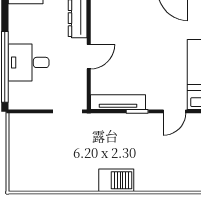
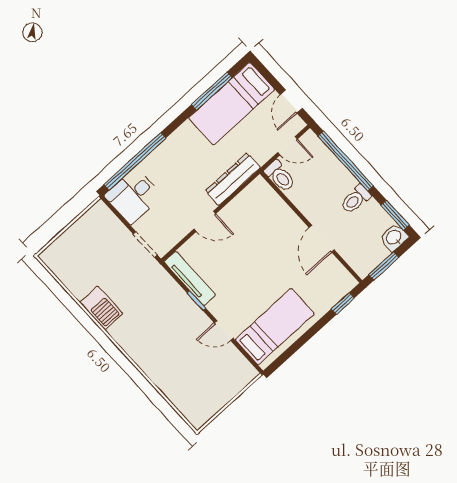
desk: (29, 62) -> (133, 196), moved, turned -90
barbecue: (116, 180) -> (101, 308), moved

